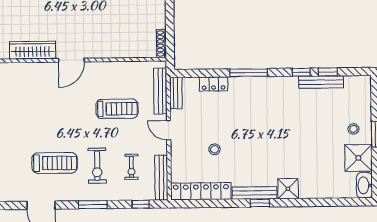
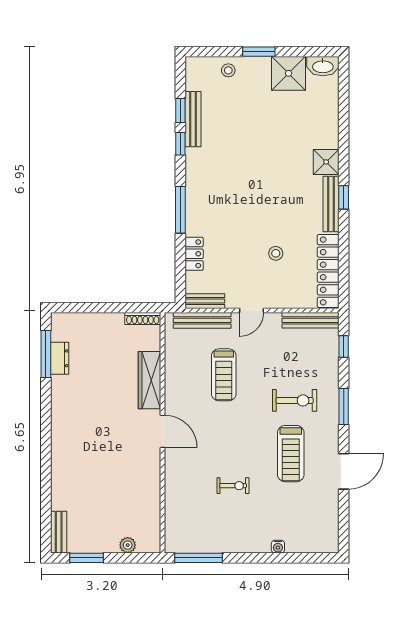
wardrobe: (33, 50) -> (149, 380), moved
treadmill: (117, 109) -> (224, 375), turned 180
stool: (353, 129) -> (228, 70), moved
treadmill: (55, 163) -> (291, 454), turned 180
exercise bike: (131, 167) -> (233, 486), moved

